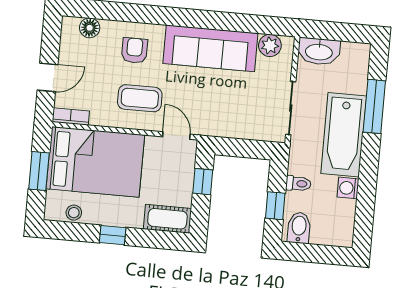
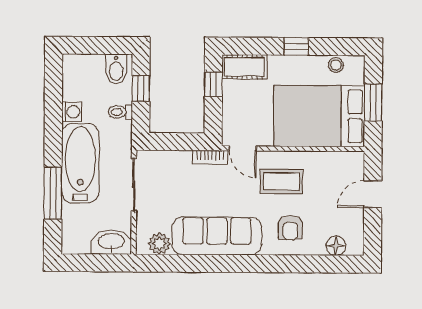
bookcase: (71, 116) -> (210, 157), moved
window: (203, 182) -> (213, 84), moved

